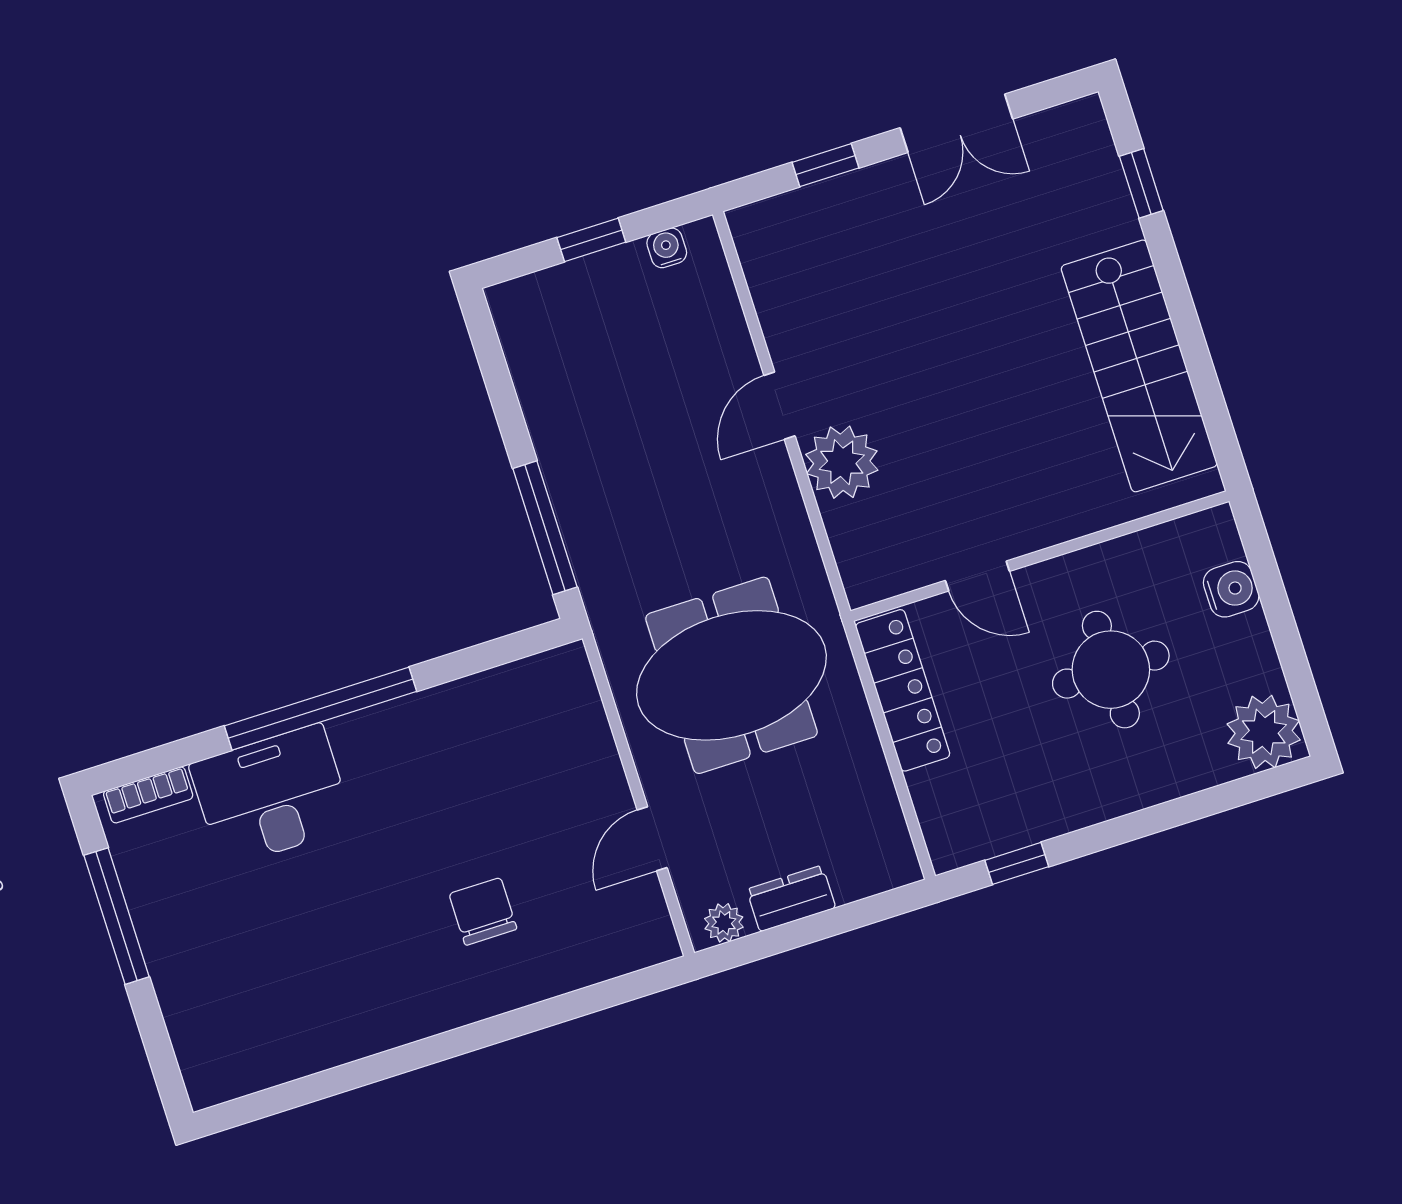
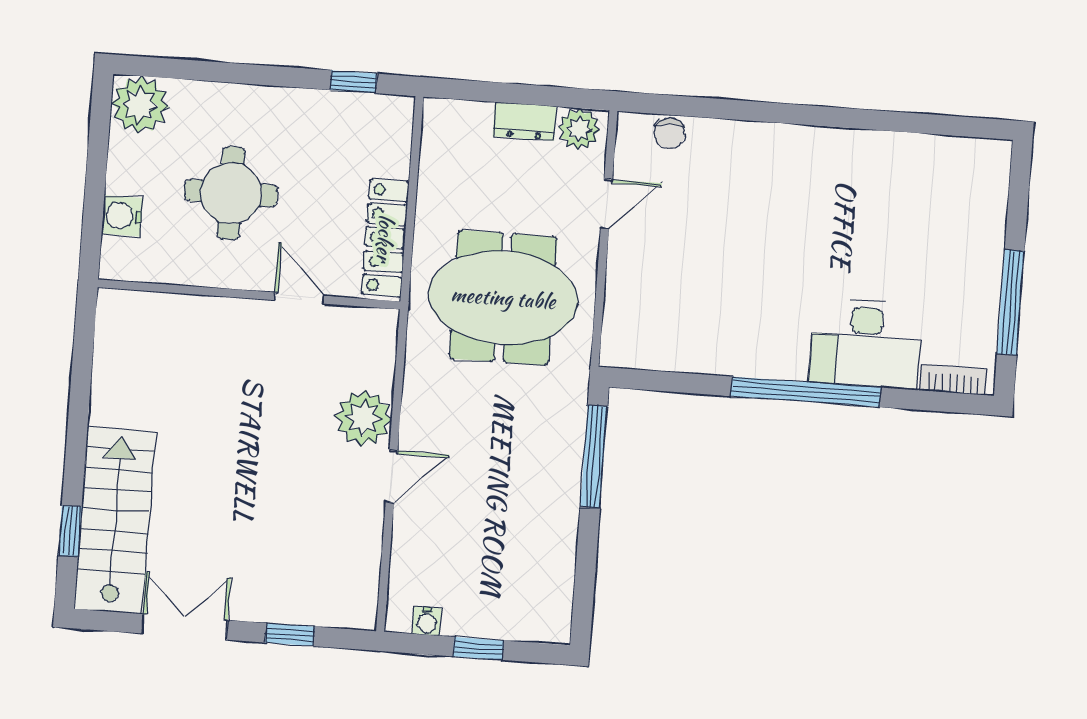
stairs: (1139, 366) -> (115, 520), moved
chair: (483, 911) -> (669, 133), moved, width x0.73, depth x0.73
plant: (724, 923) -> (579, 129), width x1.38, depth x1.38

